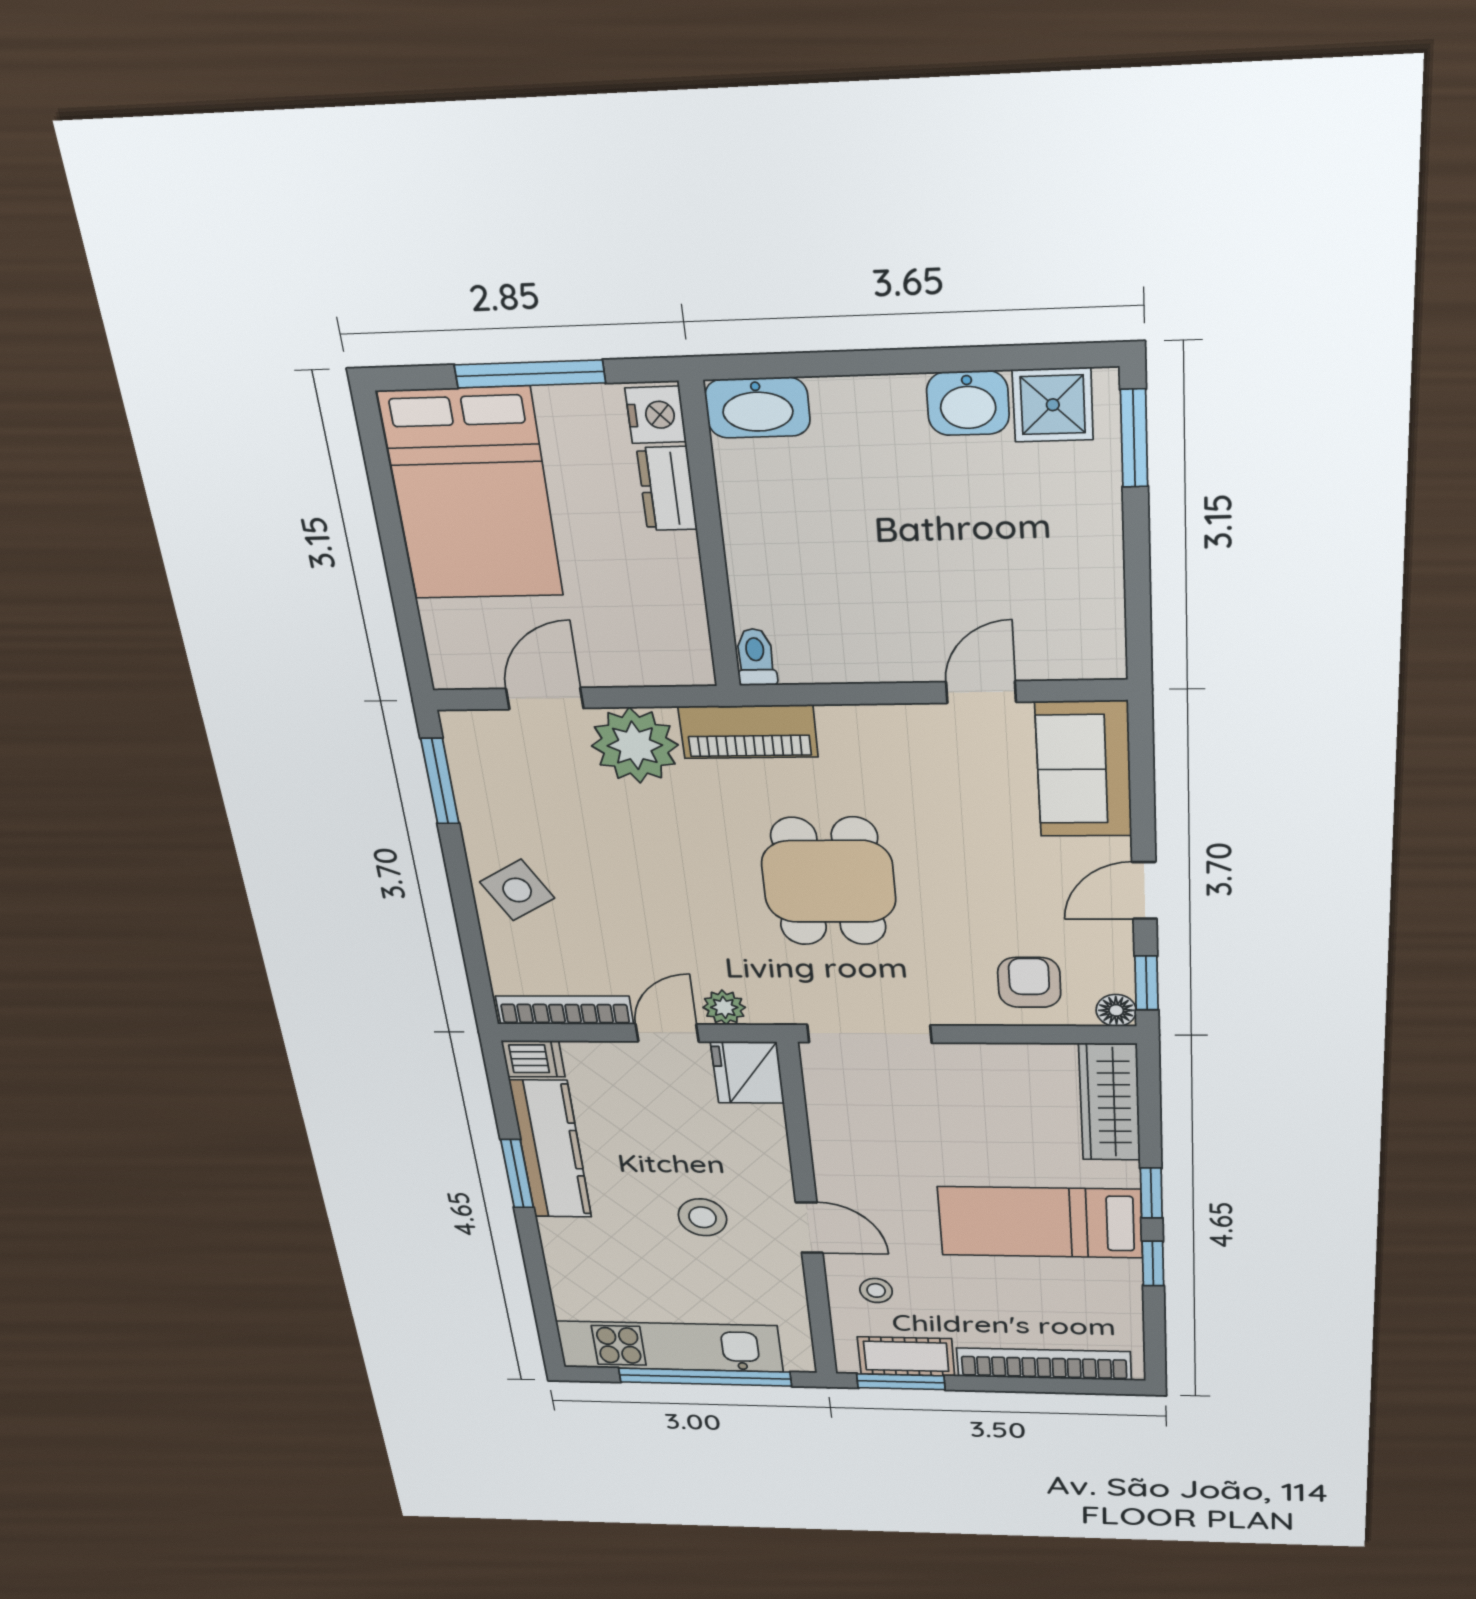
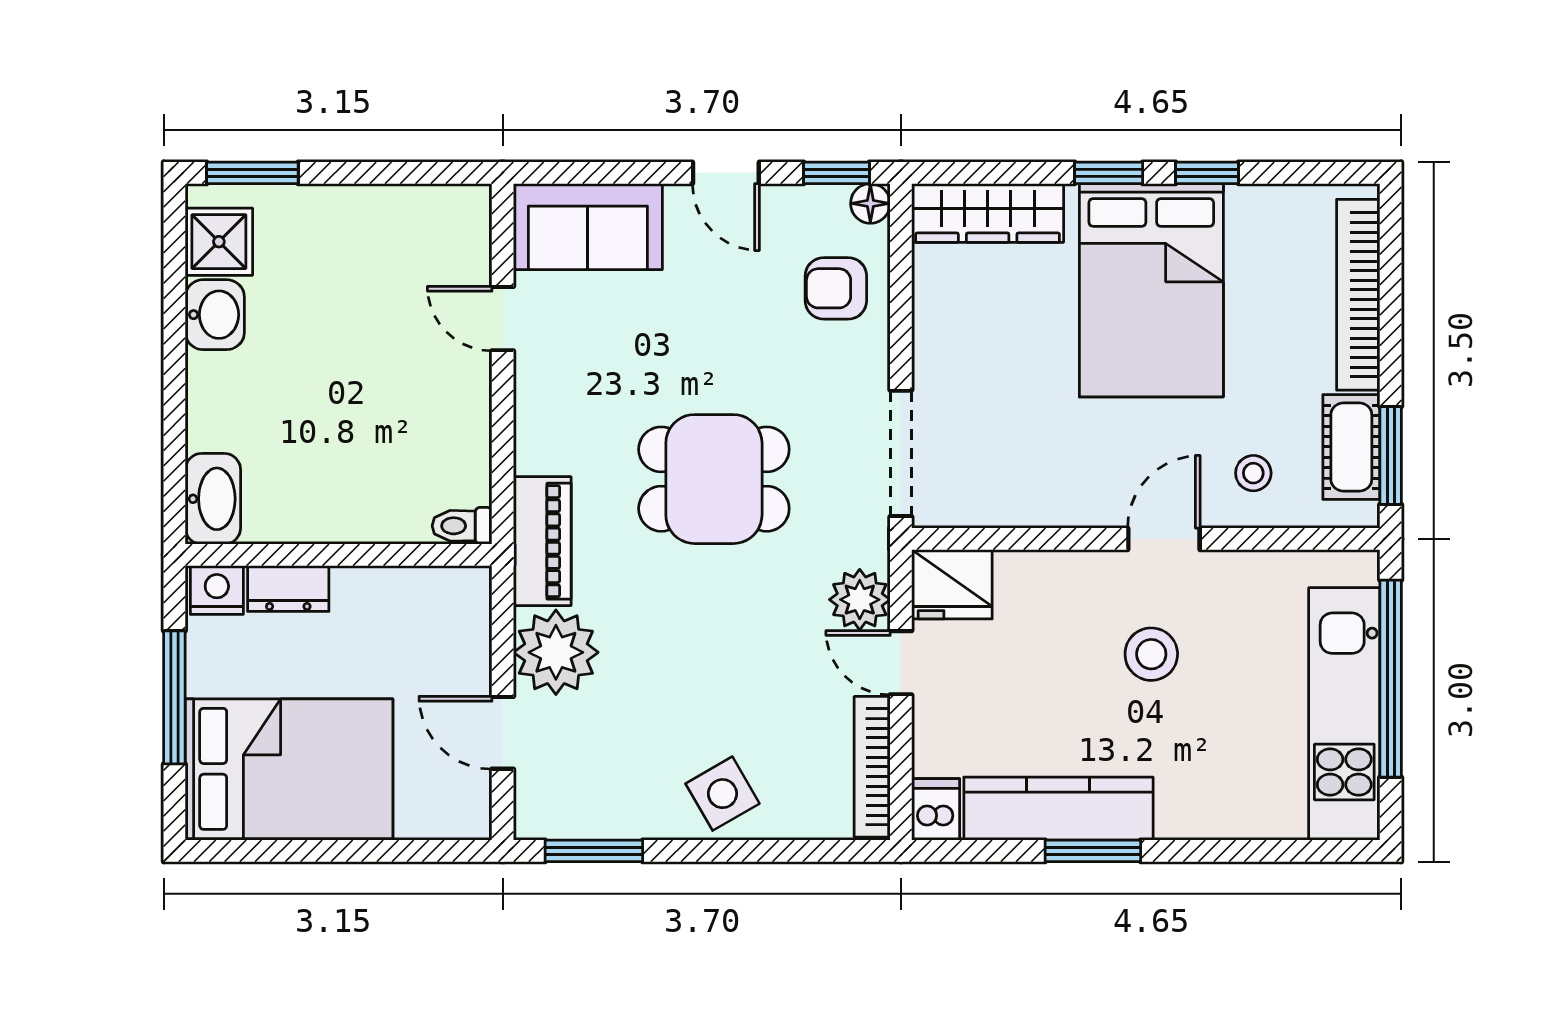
plant: (724, 1007) -> (860, 600), width x1.38, depth x1.38
bed: (1040, 1222) -> (1151, 290), width x1.50

